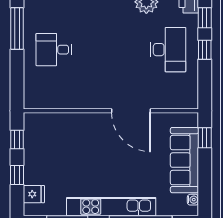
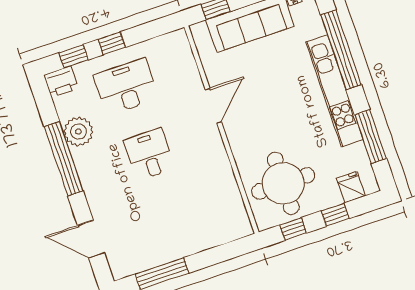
desk: (54, 50) -> (149, 154), moved, turned 180
door: (131, 111) -> (213, 106), width x0.73
round table: (54, 144) -> (283, 183), added

